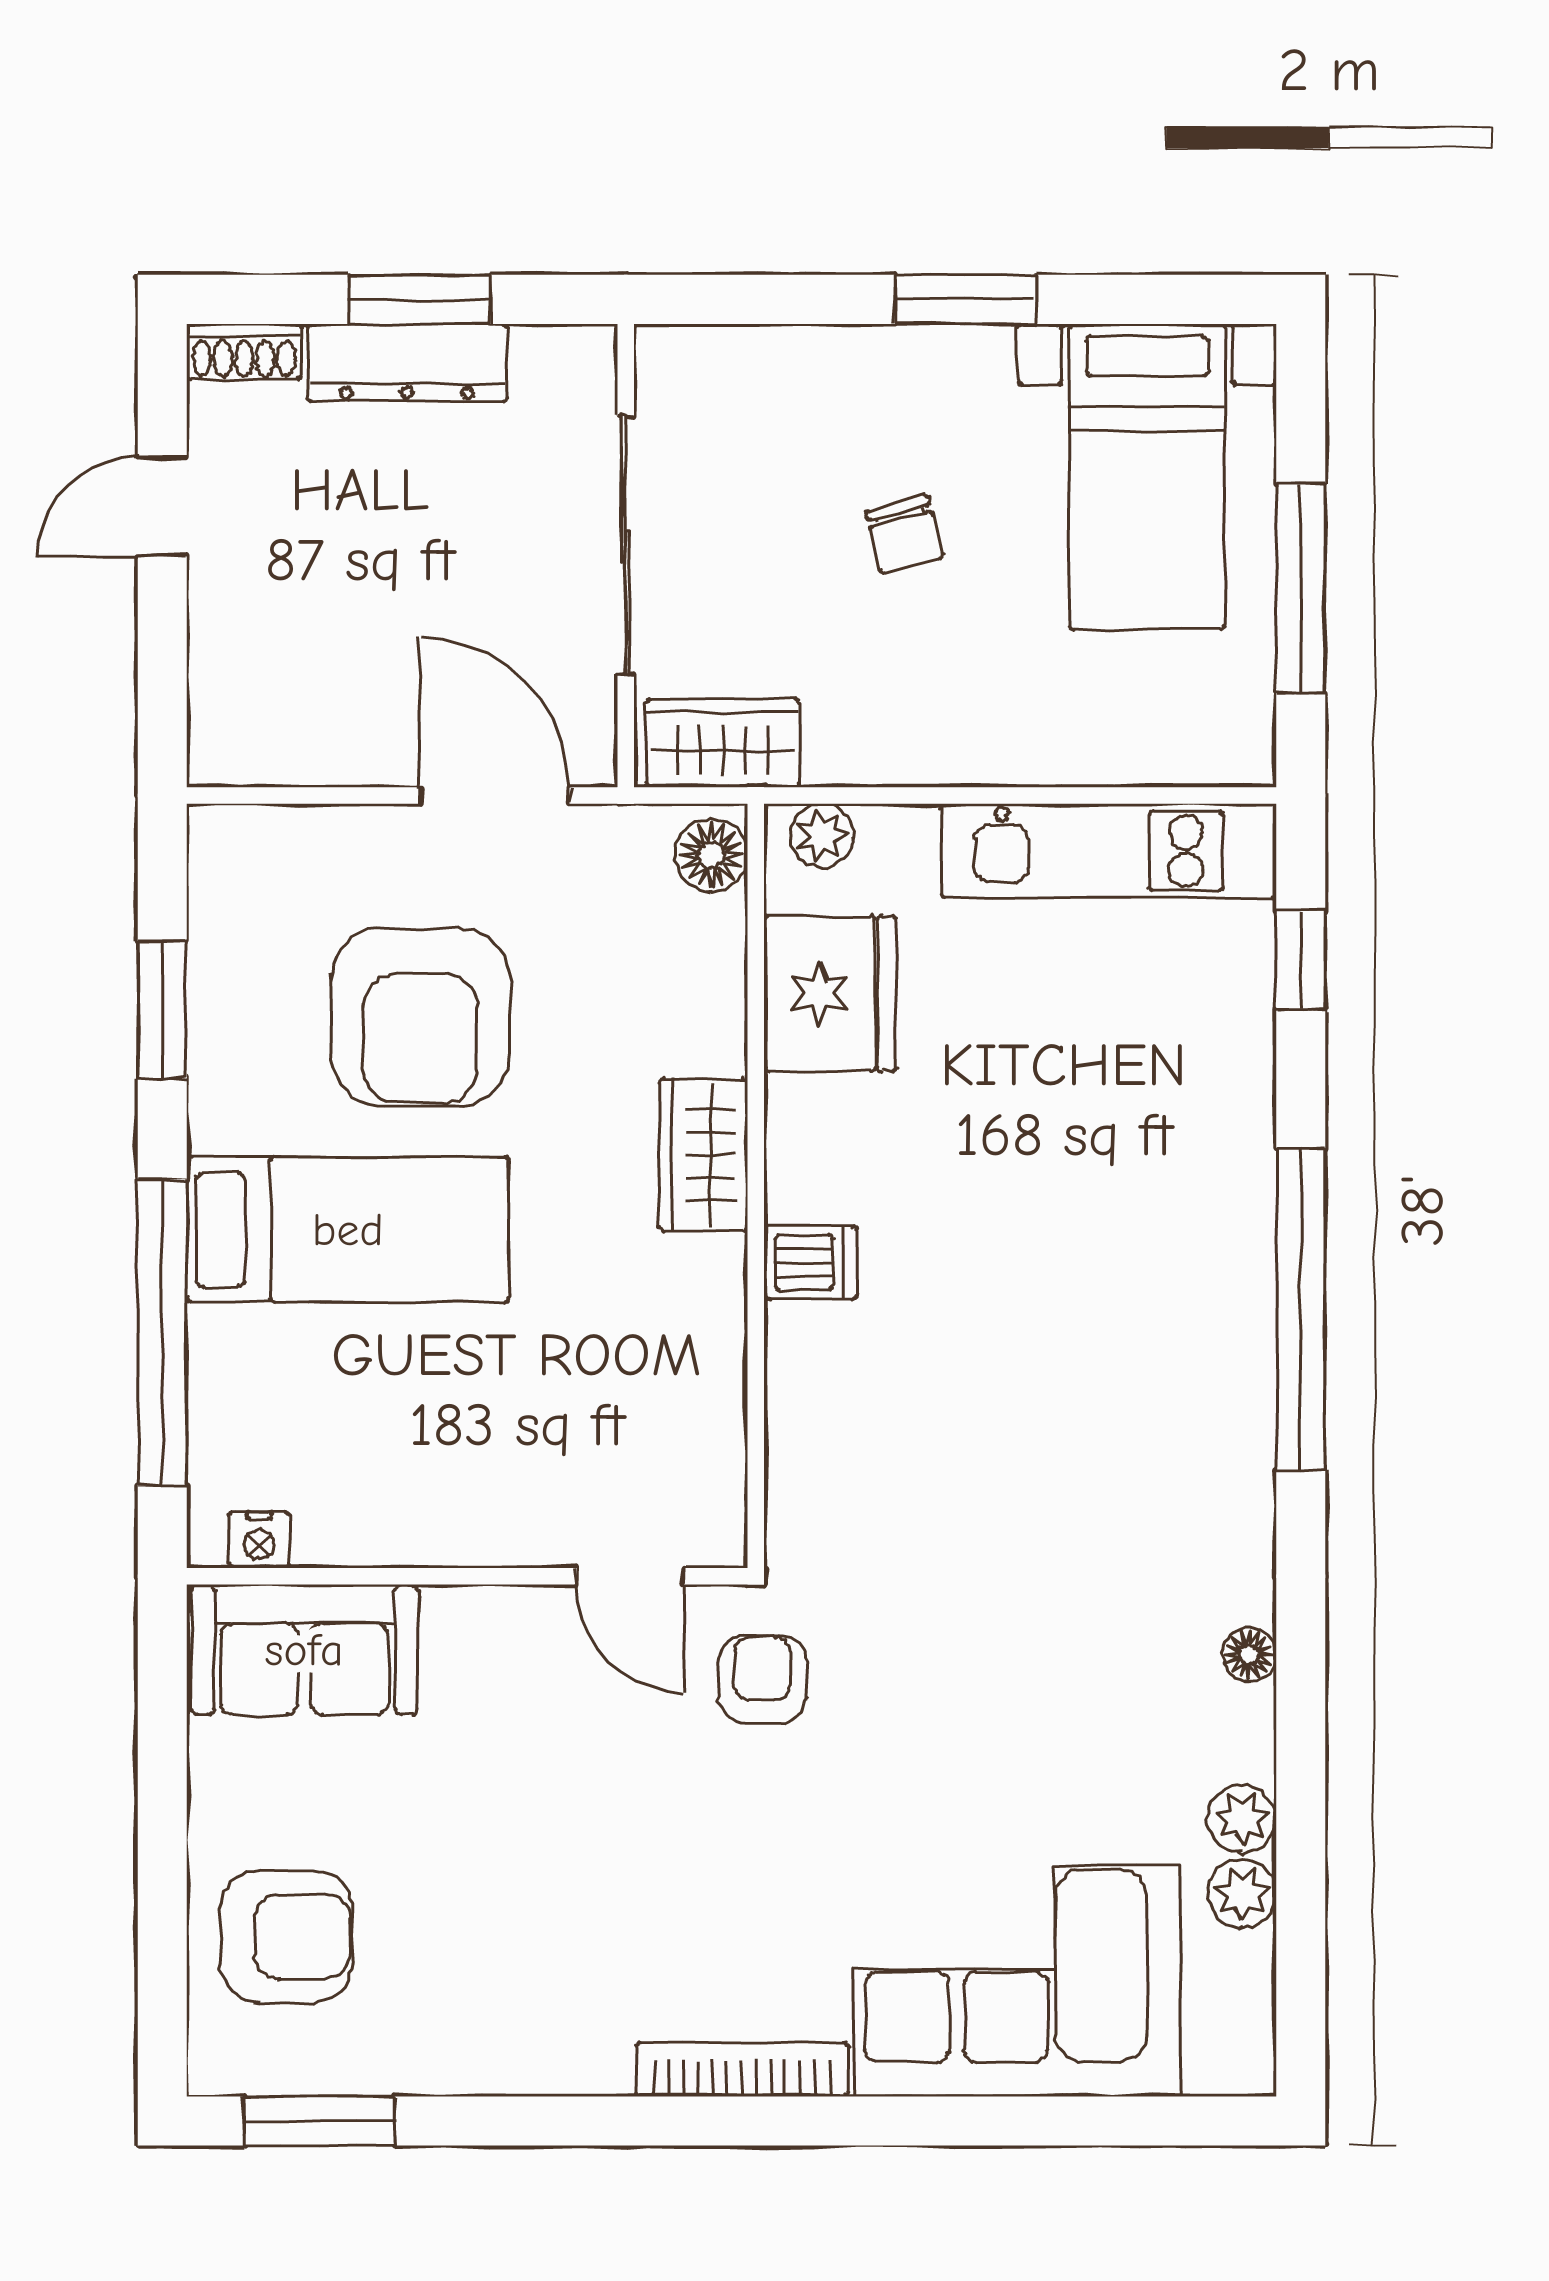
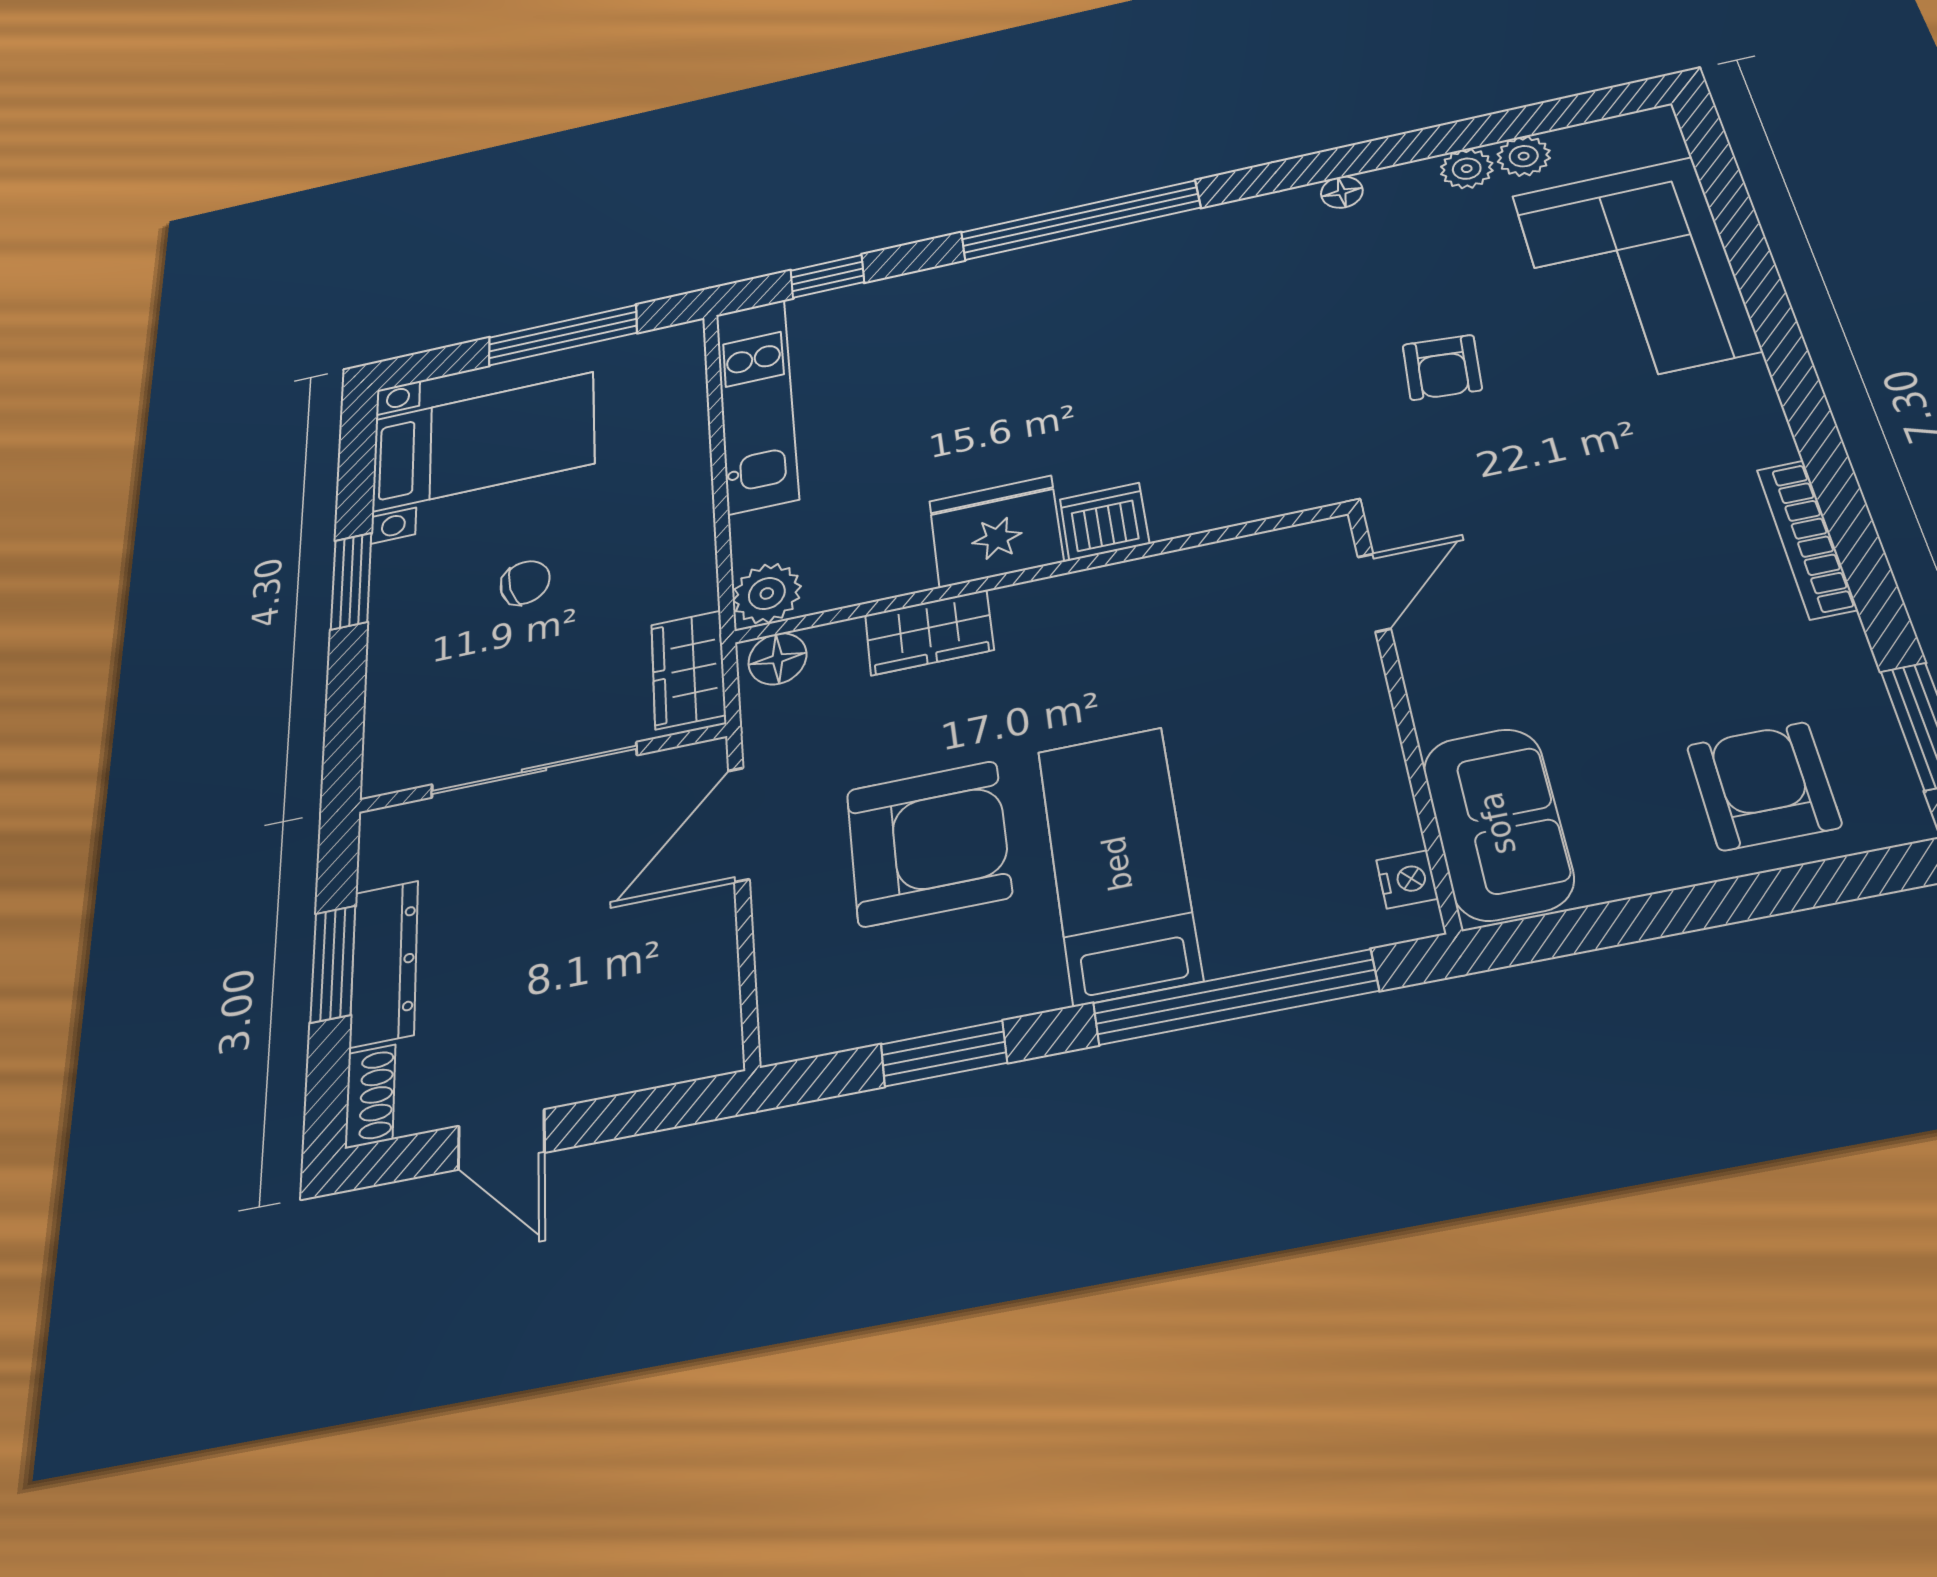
plant: (822, 836) -> (767, 593), width x1.38, depth x1.38
fridge: (830, 993) -> (996, 531), moved
wardrobe: (704, 1155) -> (929, 632), moved
dishwasher: (811, 1263) -> (1104, 522), width x1.38
armchair: (762, 1679) -> (1442, 367), moved, turned -85
bookcase: (742, 2070) -> (1807, 539), moved

